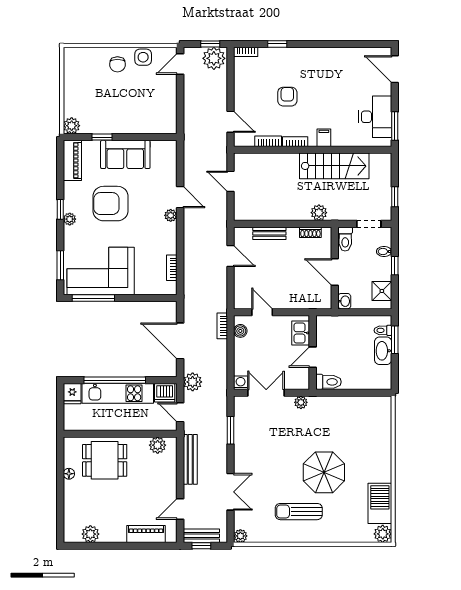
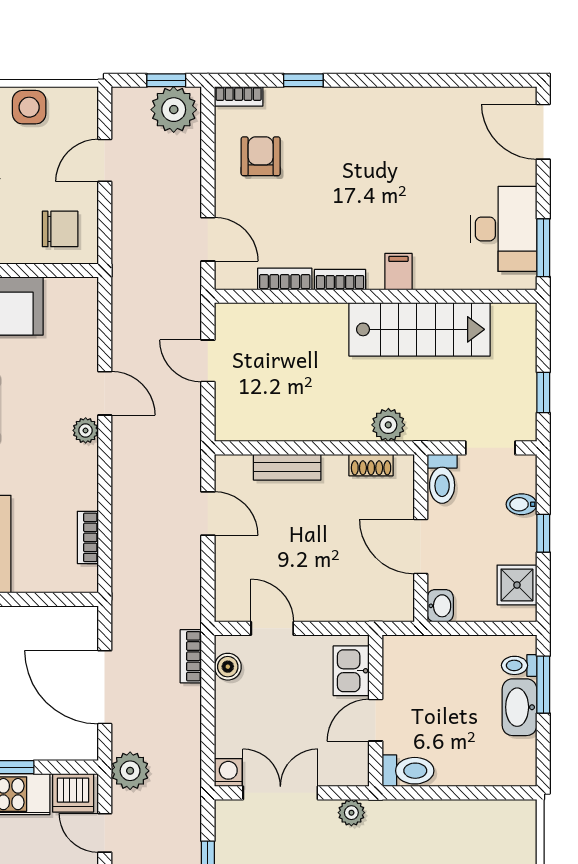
door: (180, 64) -> (105, 160), moved
armchair: (287, 97) -> (261, 156), moved
chair: (158, 117) -> (60, 229), added

